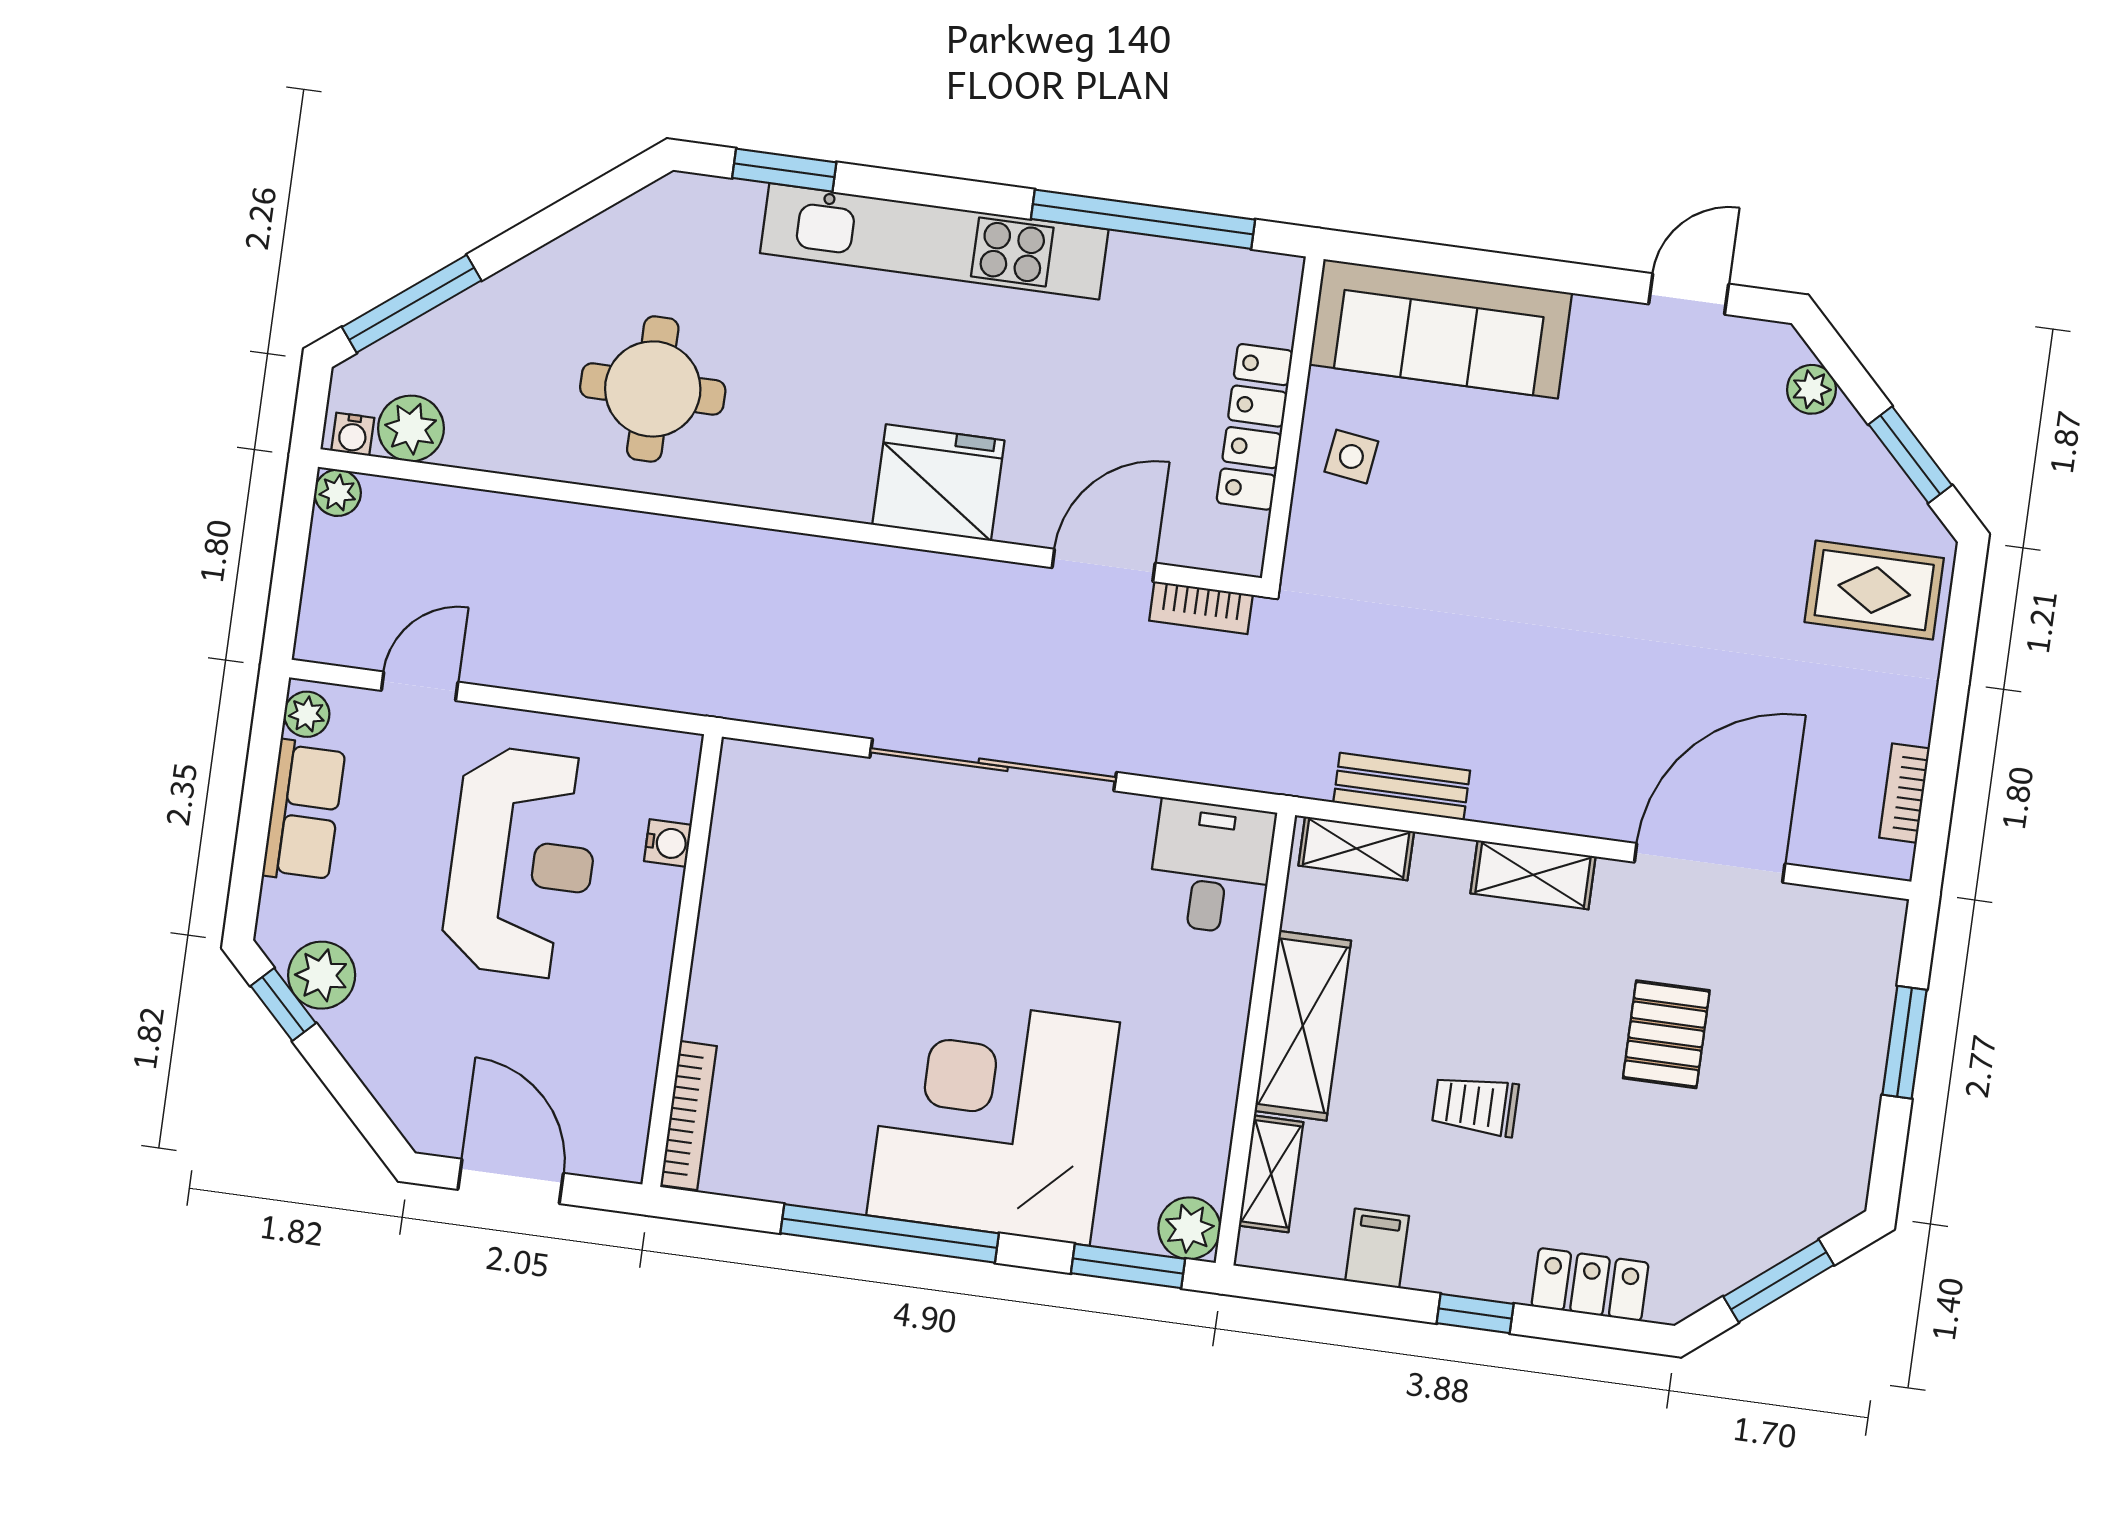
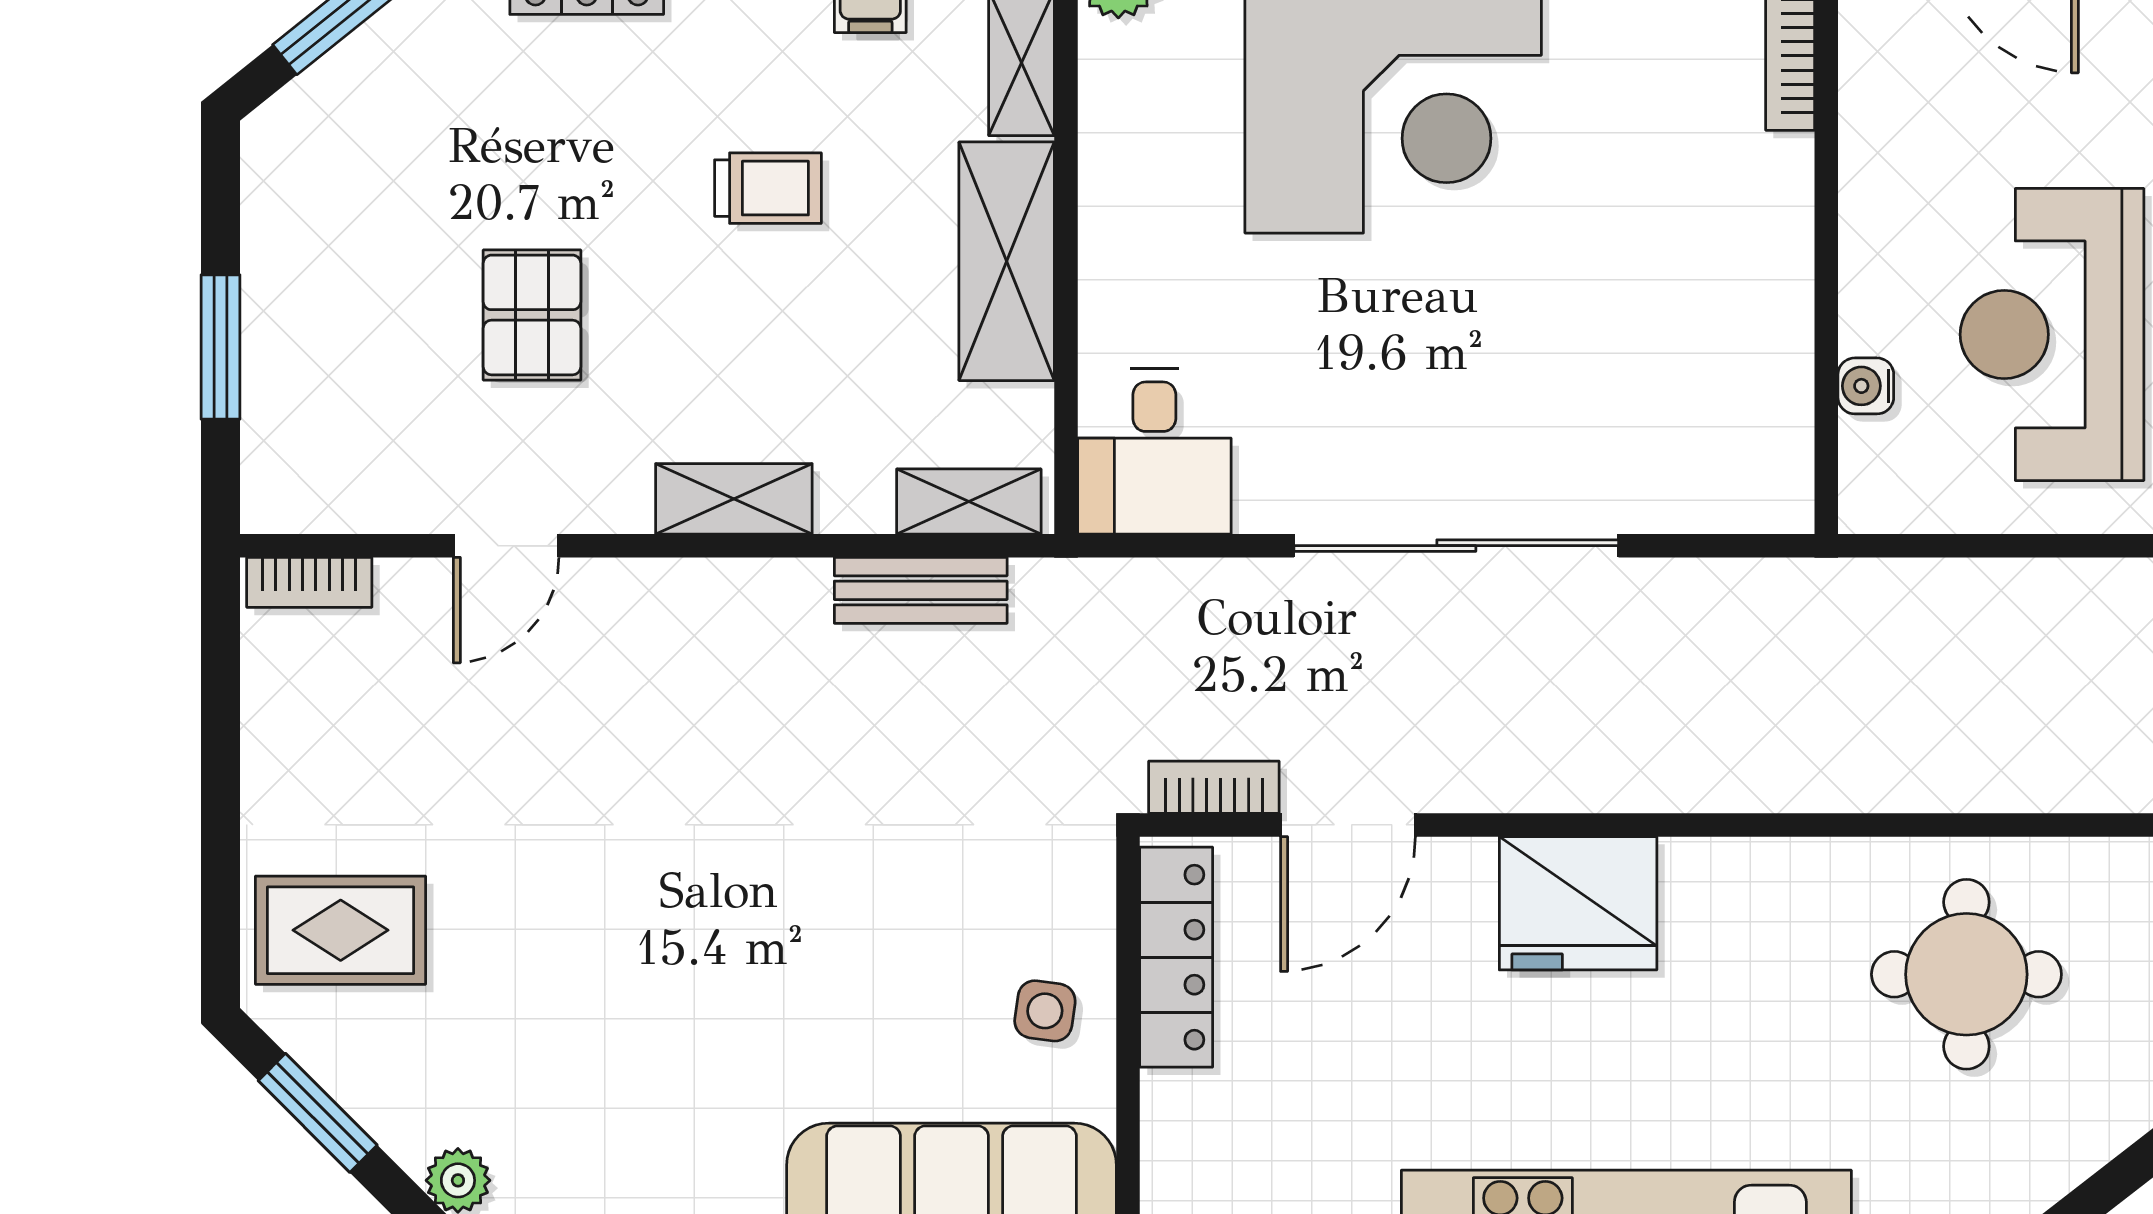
locker: (1255, 427) -> (1176, 957), moved
bookcase: (1904, 793) -> (309, 582), moved, turned 90
door: (1710, 863) -> (506, 546), width x0.53

